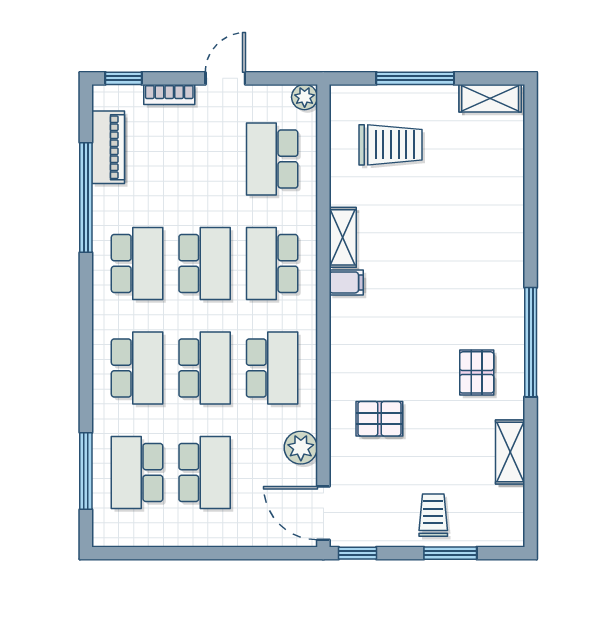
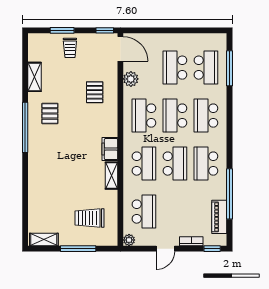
school desk: (205, 264) -> (175, 164), turned 180
filing cabinet: (346, 282) -> (110, 149), width x2.00
pallet: (379, 419) -> (95, 92), turned 90

